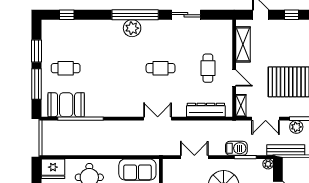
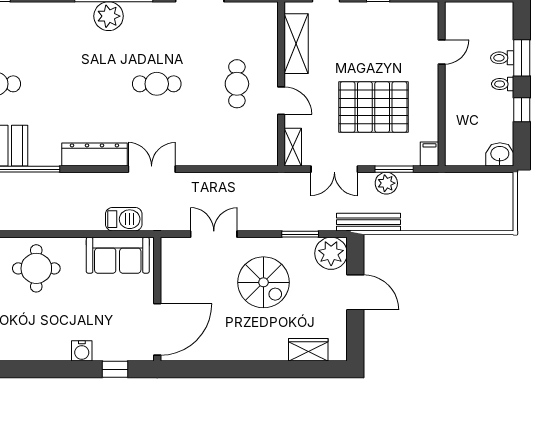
dresser: (206, 110) -> (94, 154), moved
barbecue: (236, 148) -> (124, 219), moved
plant: (268, 164) -> (331, 253), width x1.88, depth x1.88

